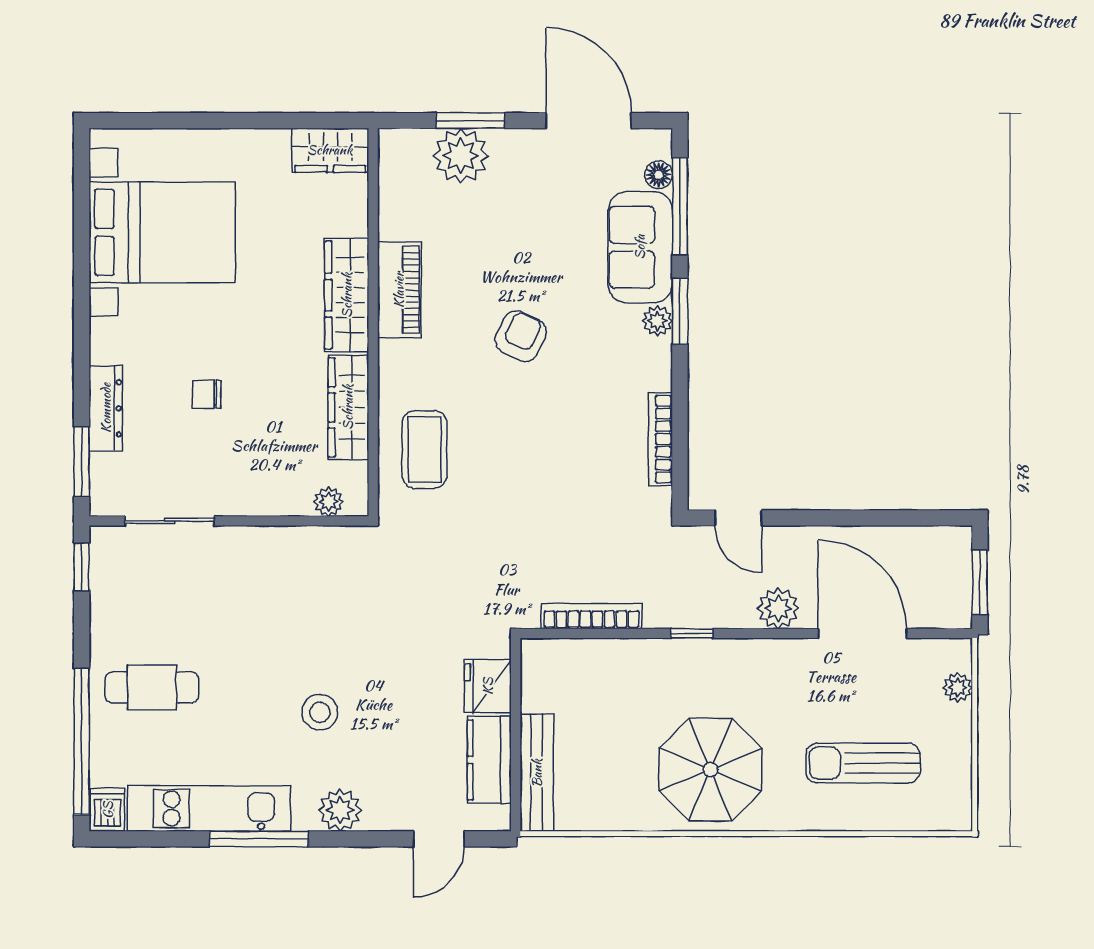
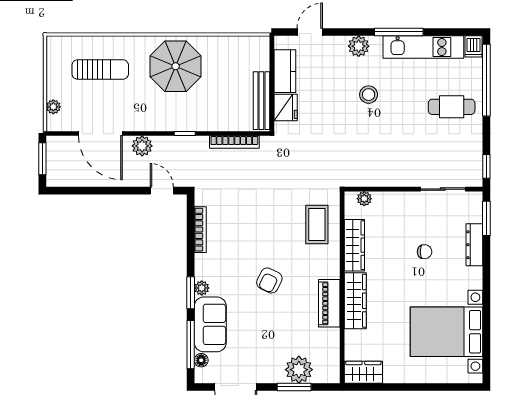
bench: (537, 773) -> (261, 101), moved

